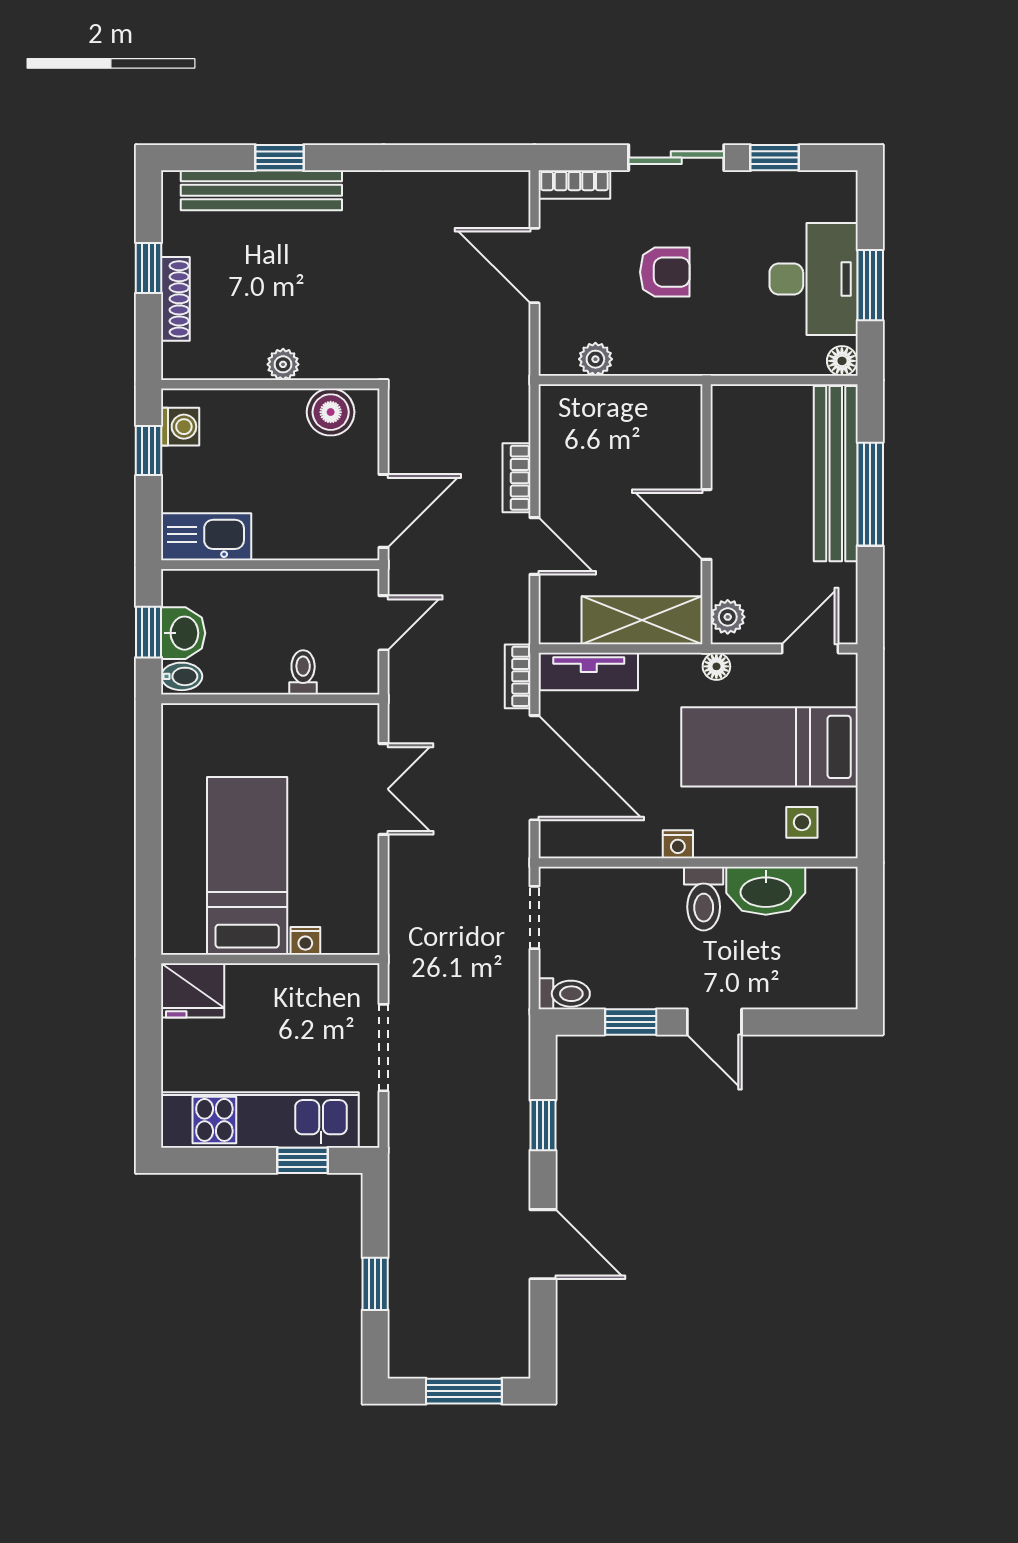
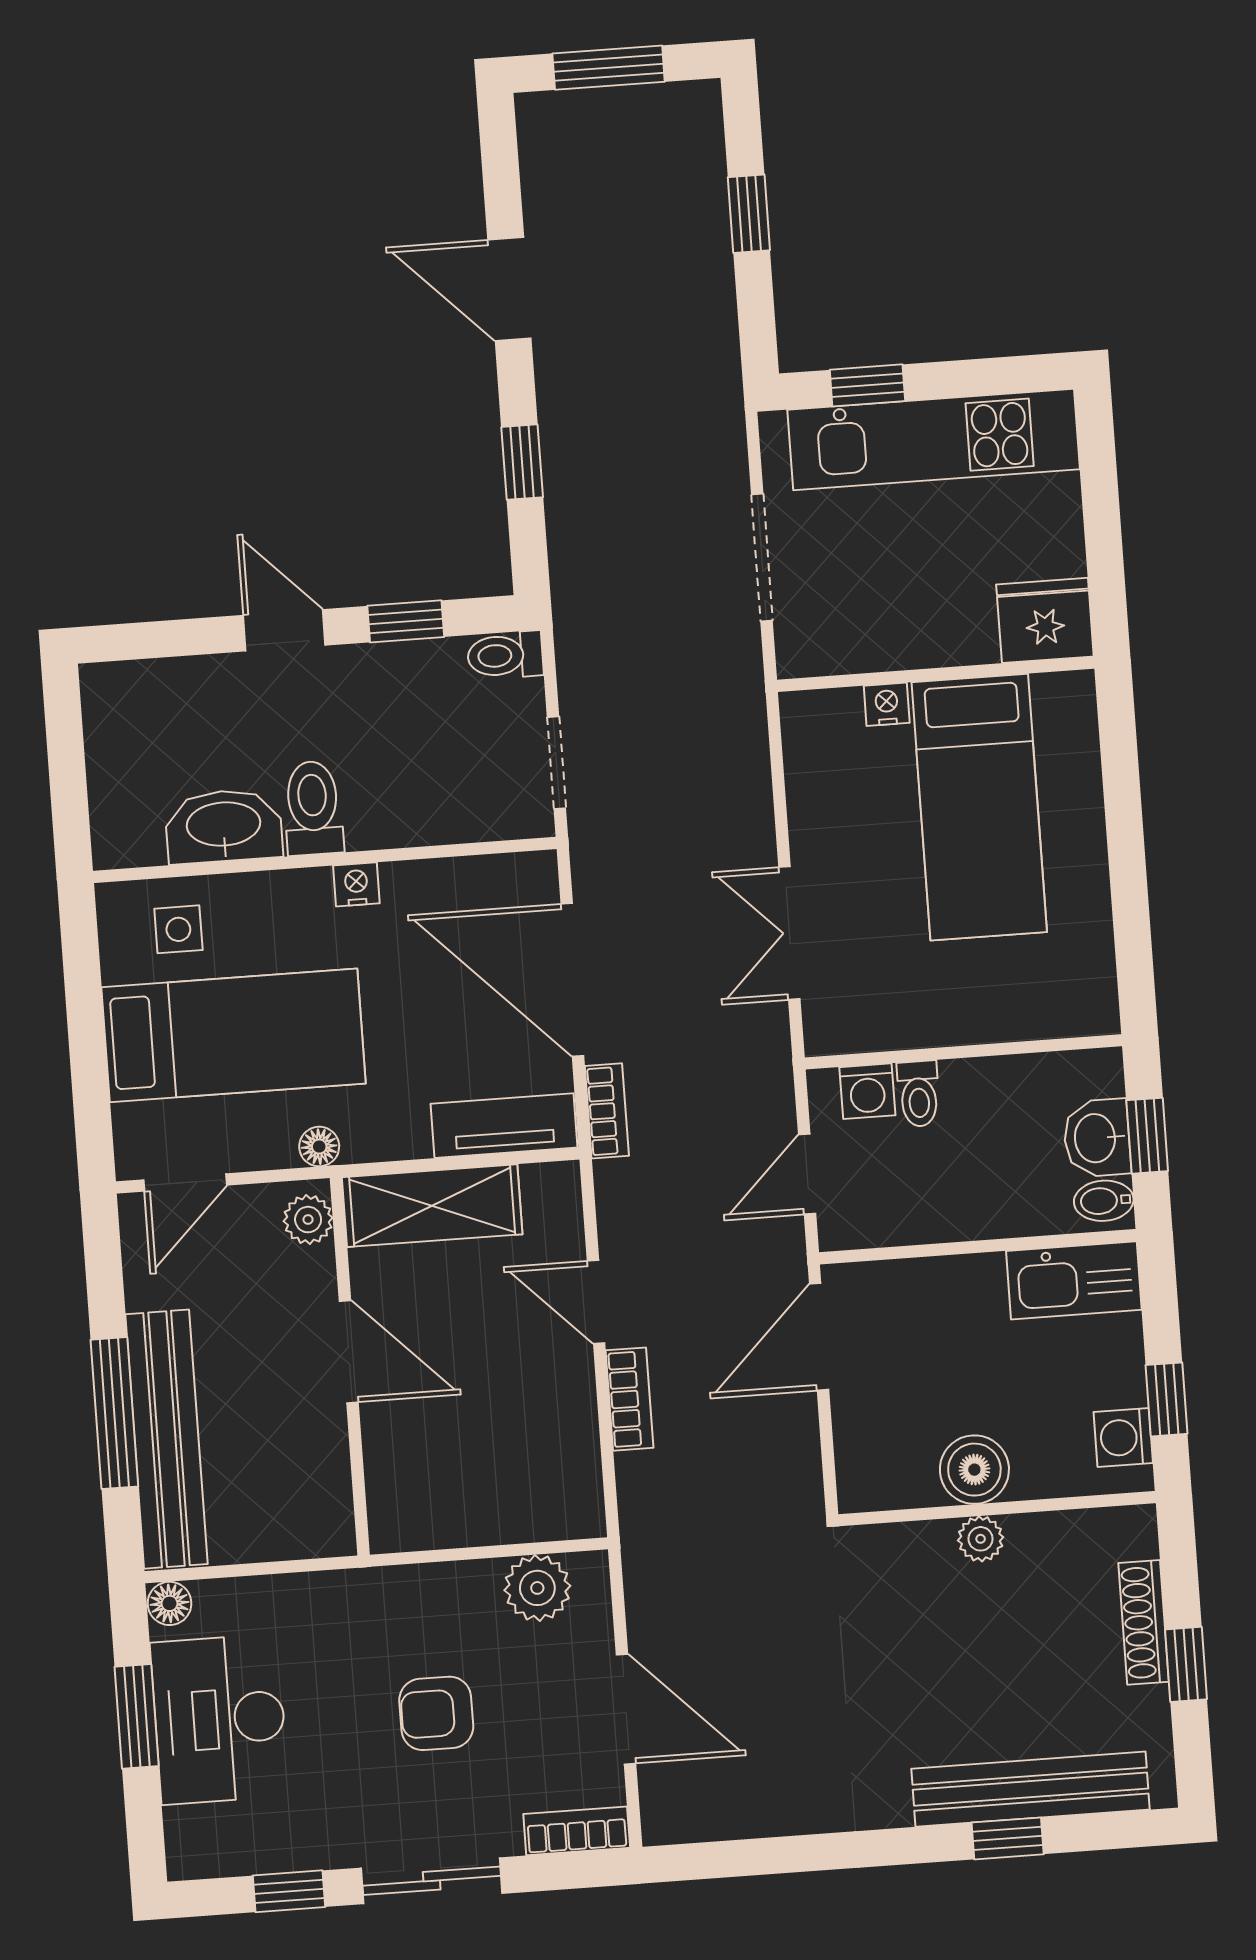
plant: (595, 359) -> (537, 1588), width x1.38, depth x1.38
boiler: (331, 412) -> (974, 1470), moved
bidet: (182, 676) -> (1104, 1201), moved
washing machine: (338, 677) -> (867, 1091), added

